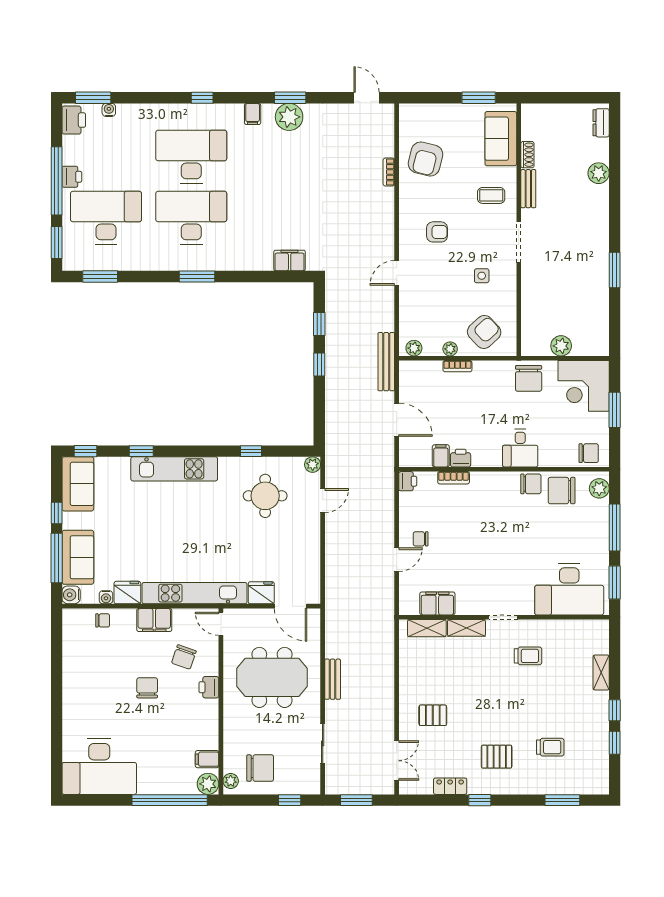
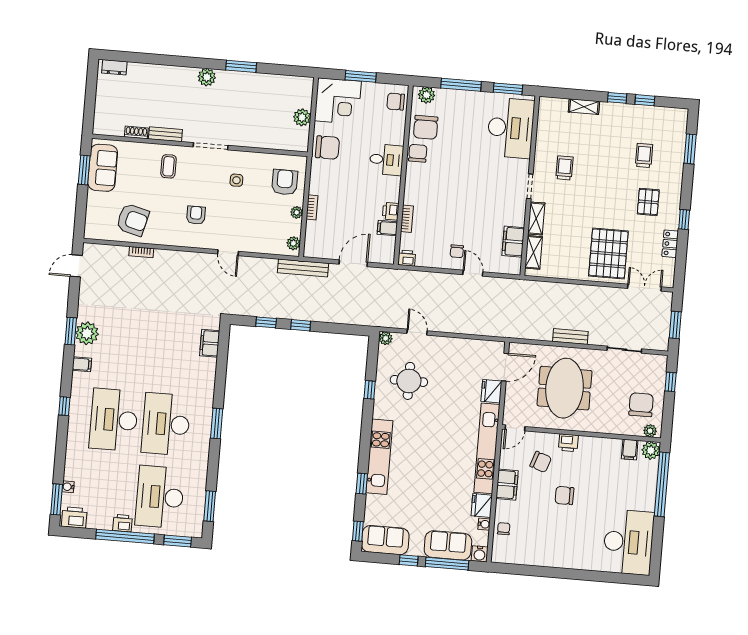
sofa: (501, 139) -> (103, 168), moved, turned -90
plant: (599, 173) -> (207, 77), moved
armchair: (484, 332) -> (285, 182), turned 43
chair: (589, 453) -> (396, 102), turned -90
pallet: (433, 715) -> (608, 253), width x2.05, depth x2.00

